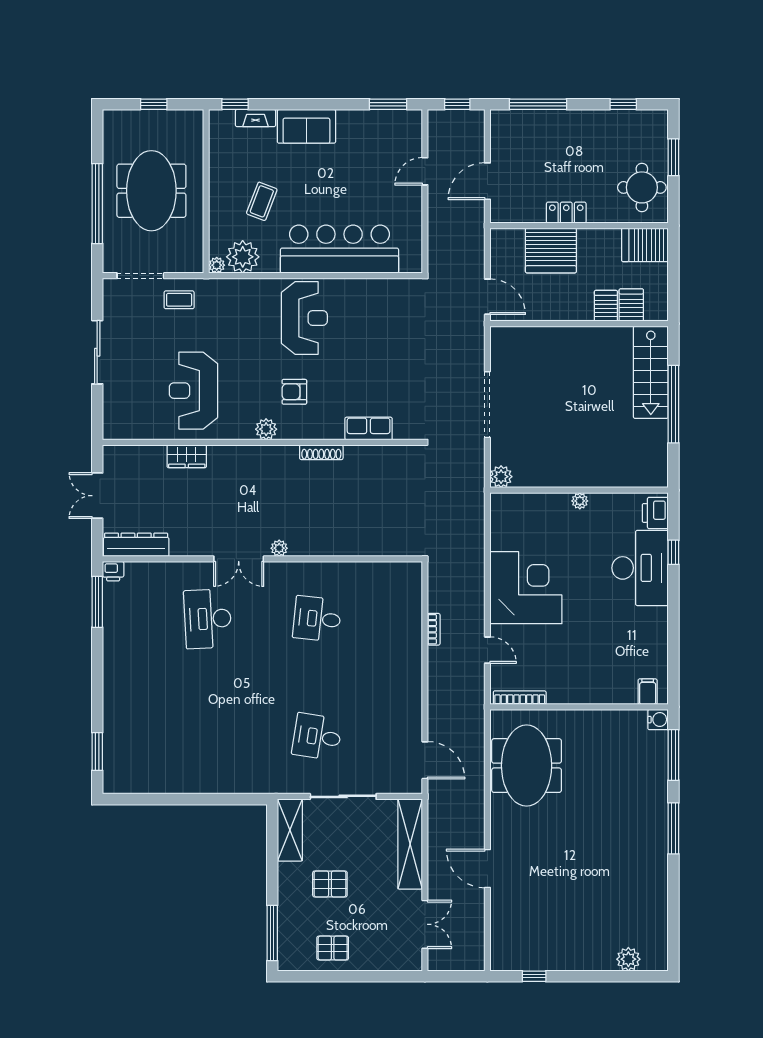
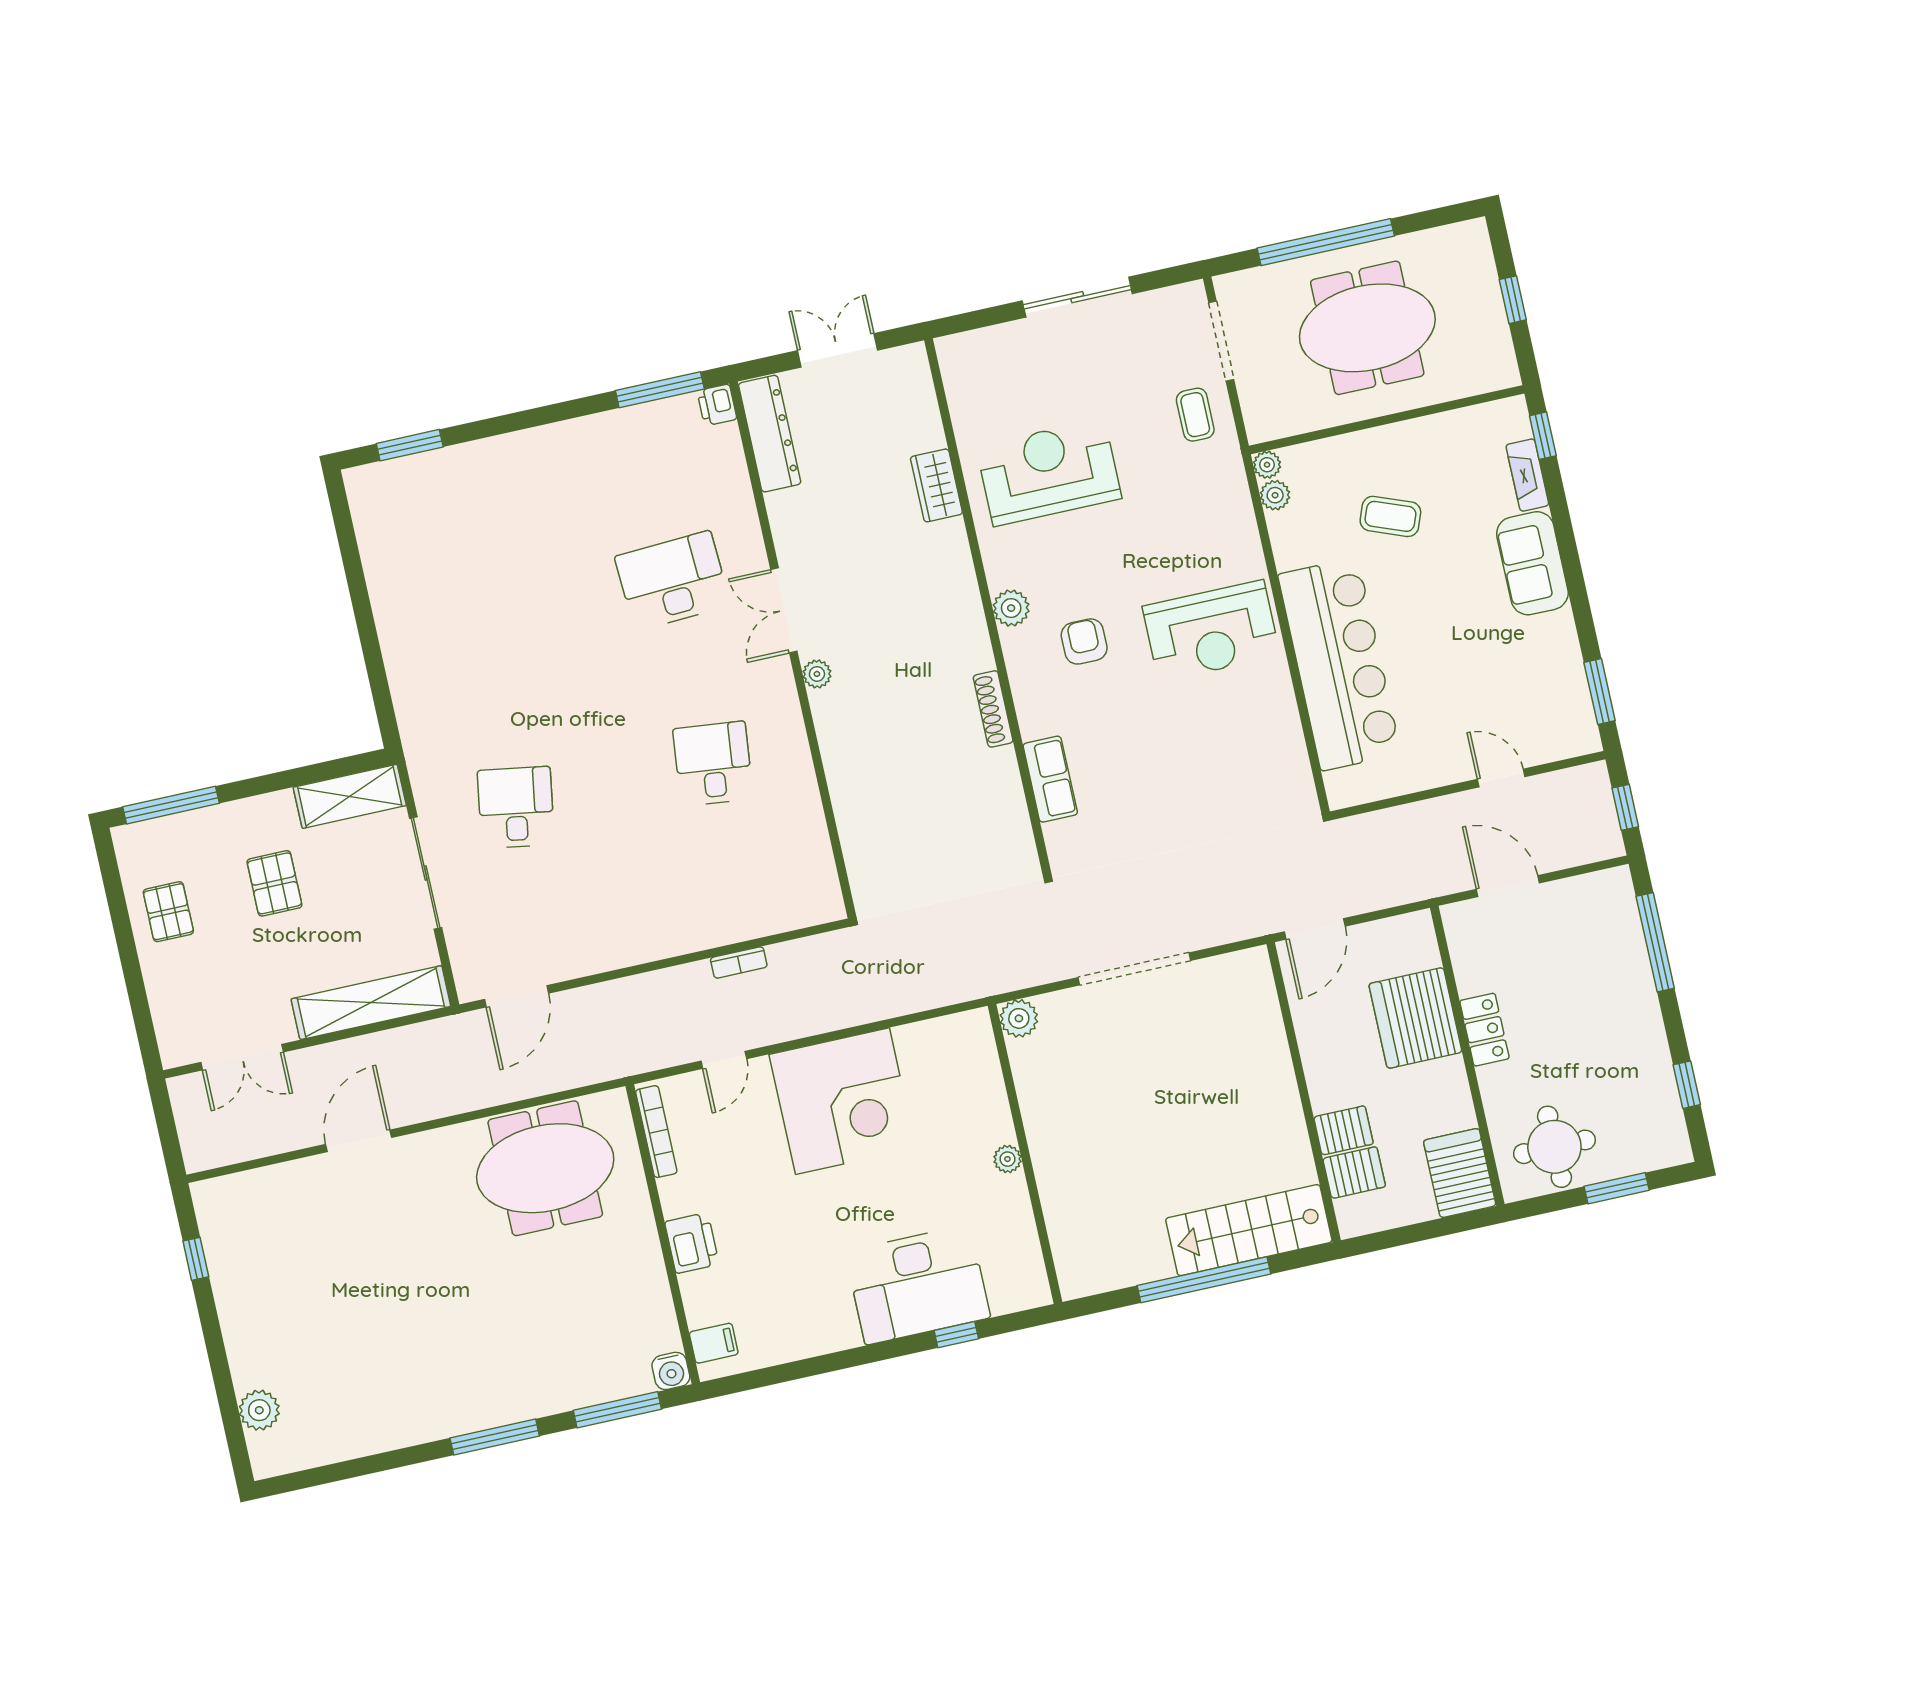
plant: (243, 257) -> (1275, 495), width x0.53, depth x0.53
printer: (655, 513) -> (692, 1243), moved, turned 90

